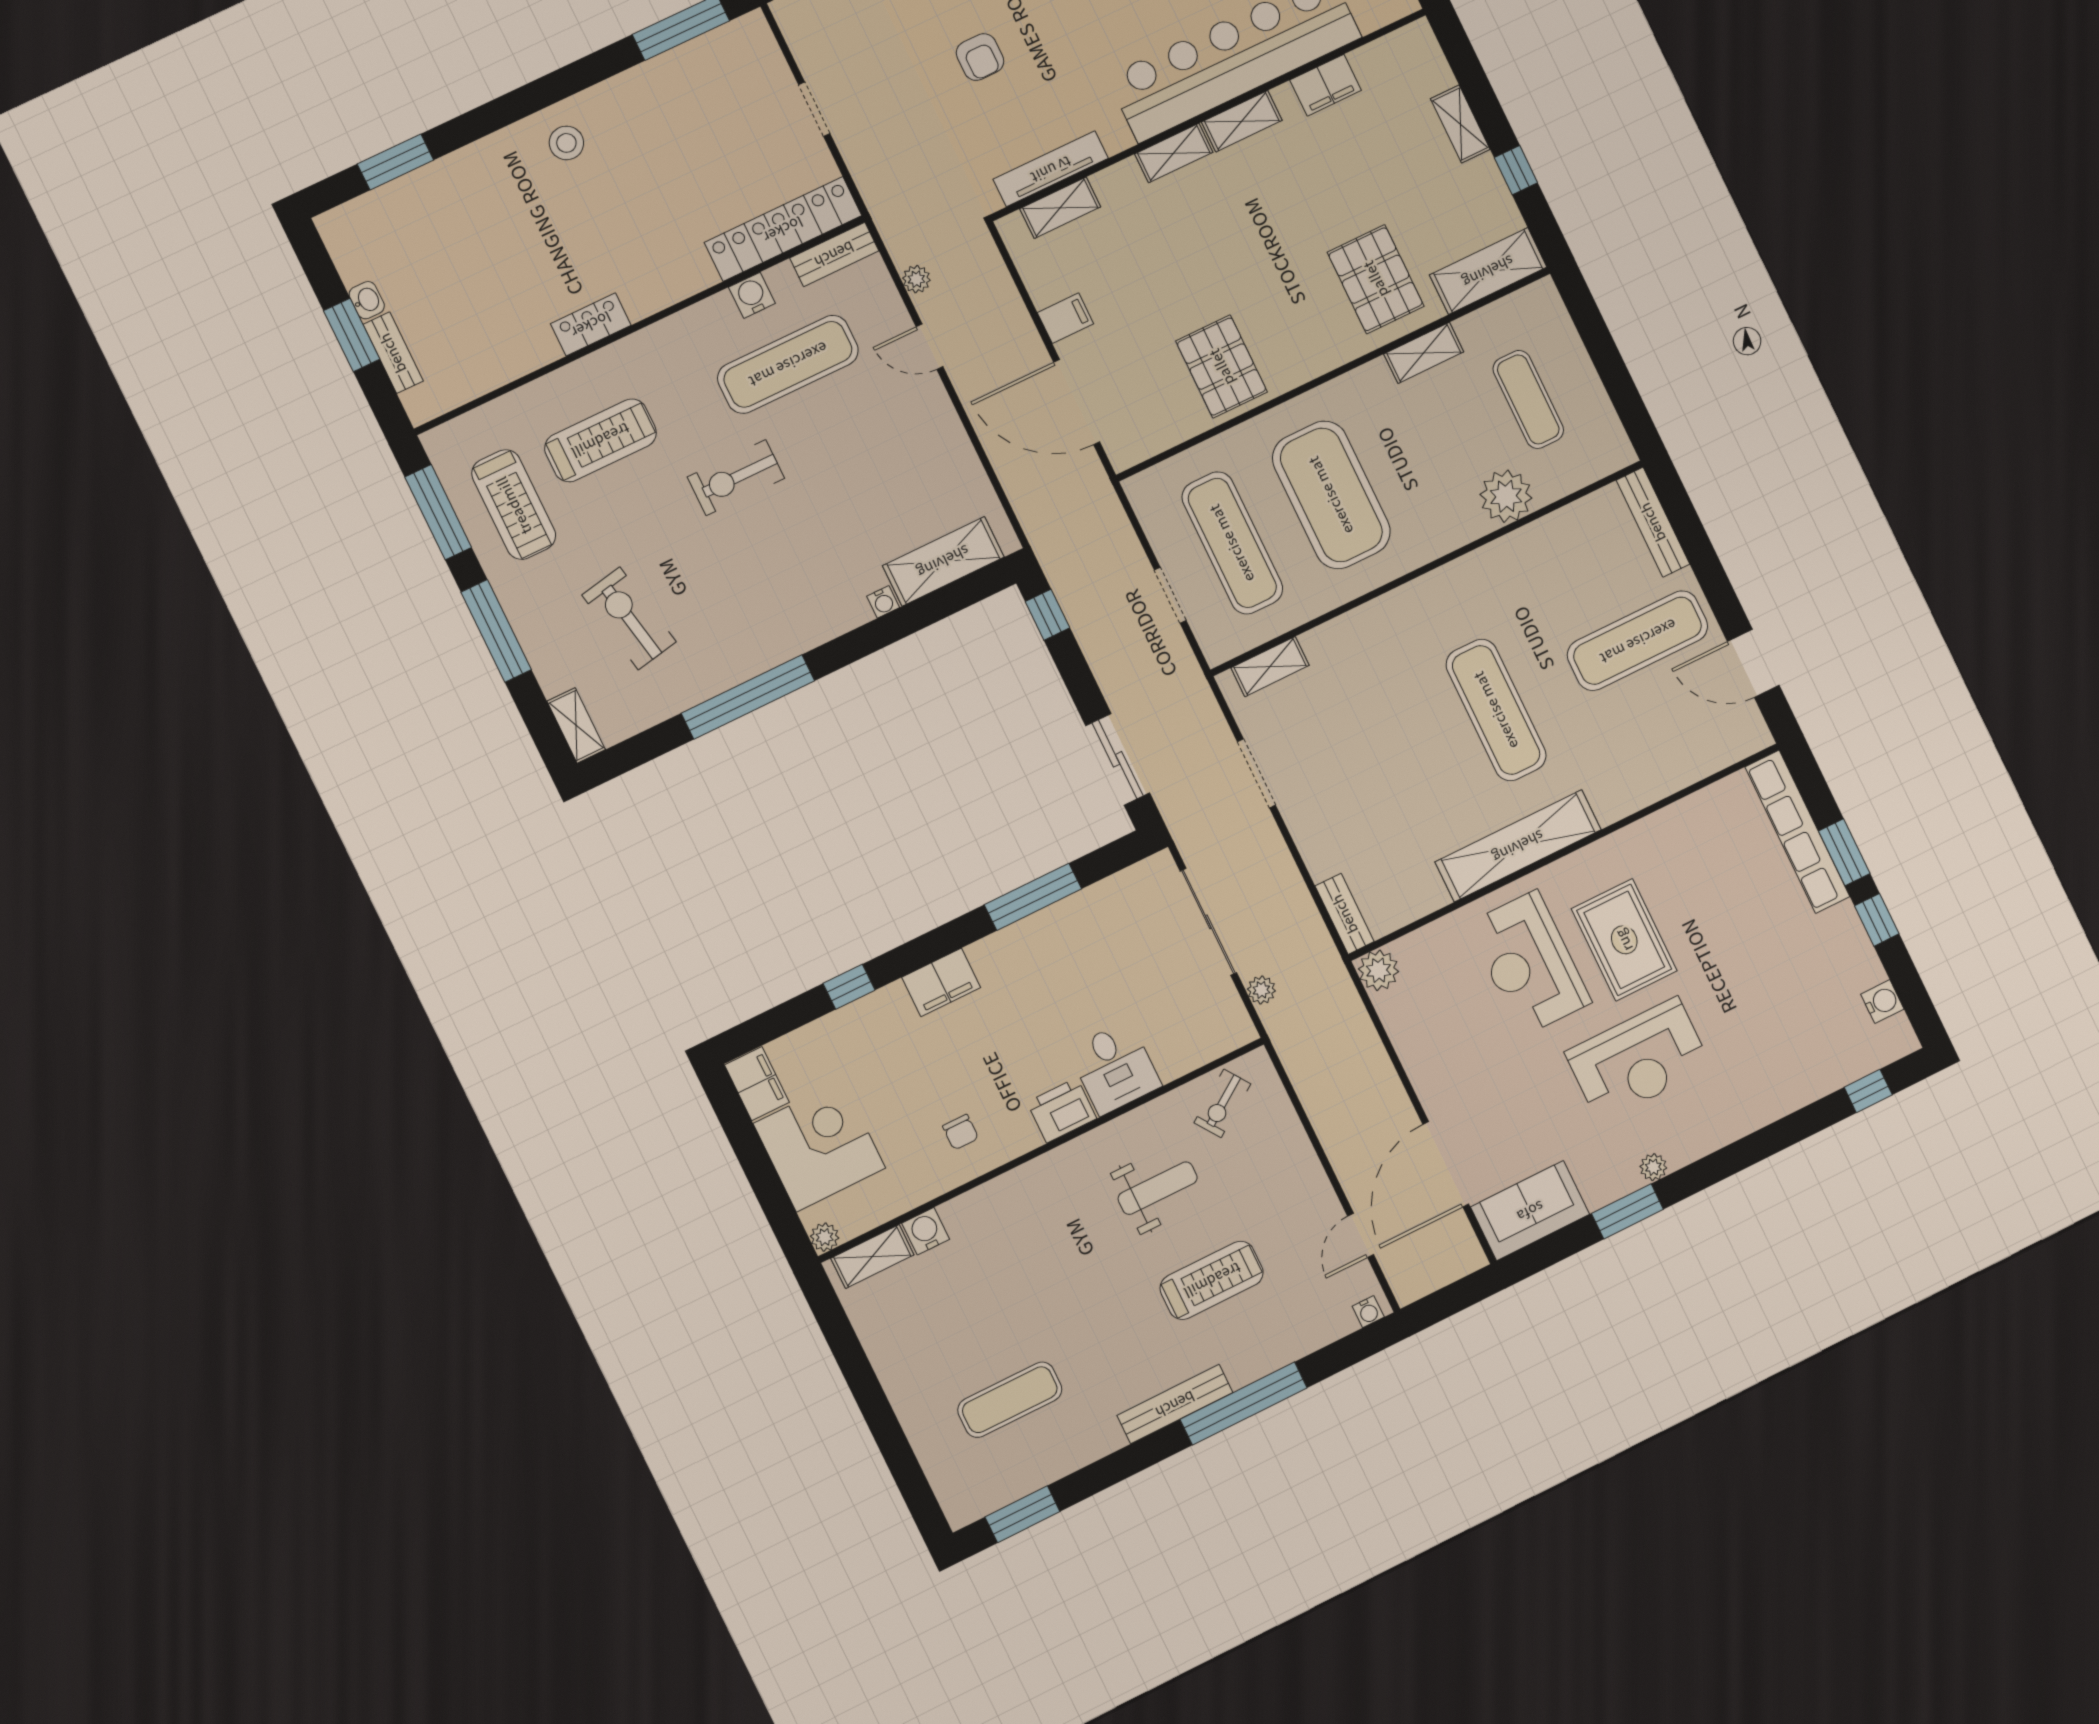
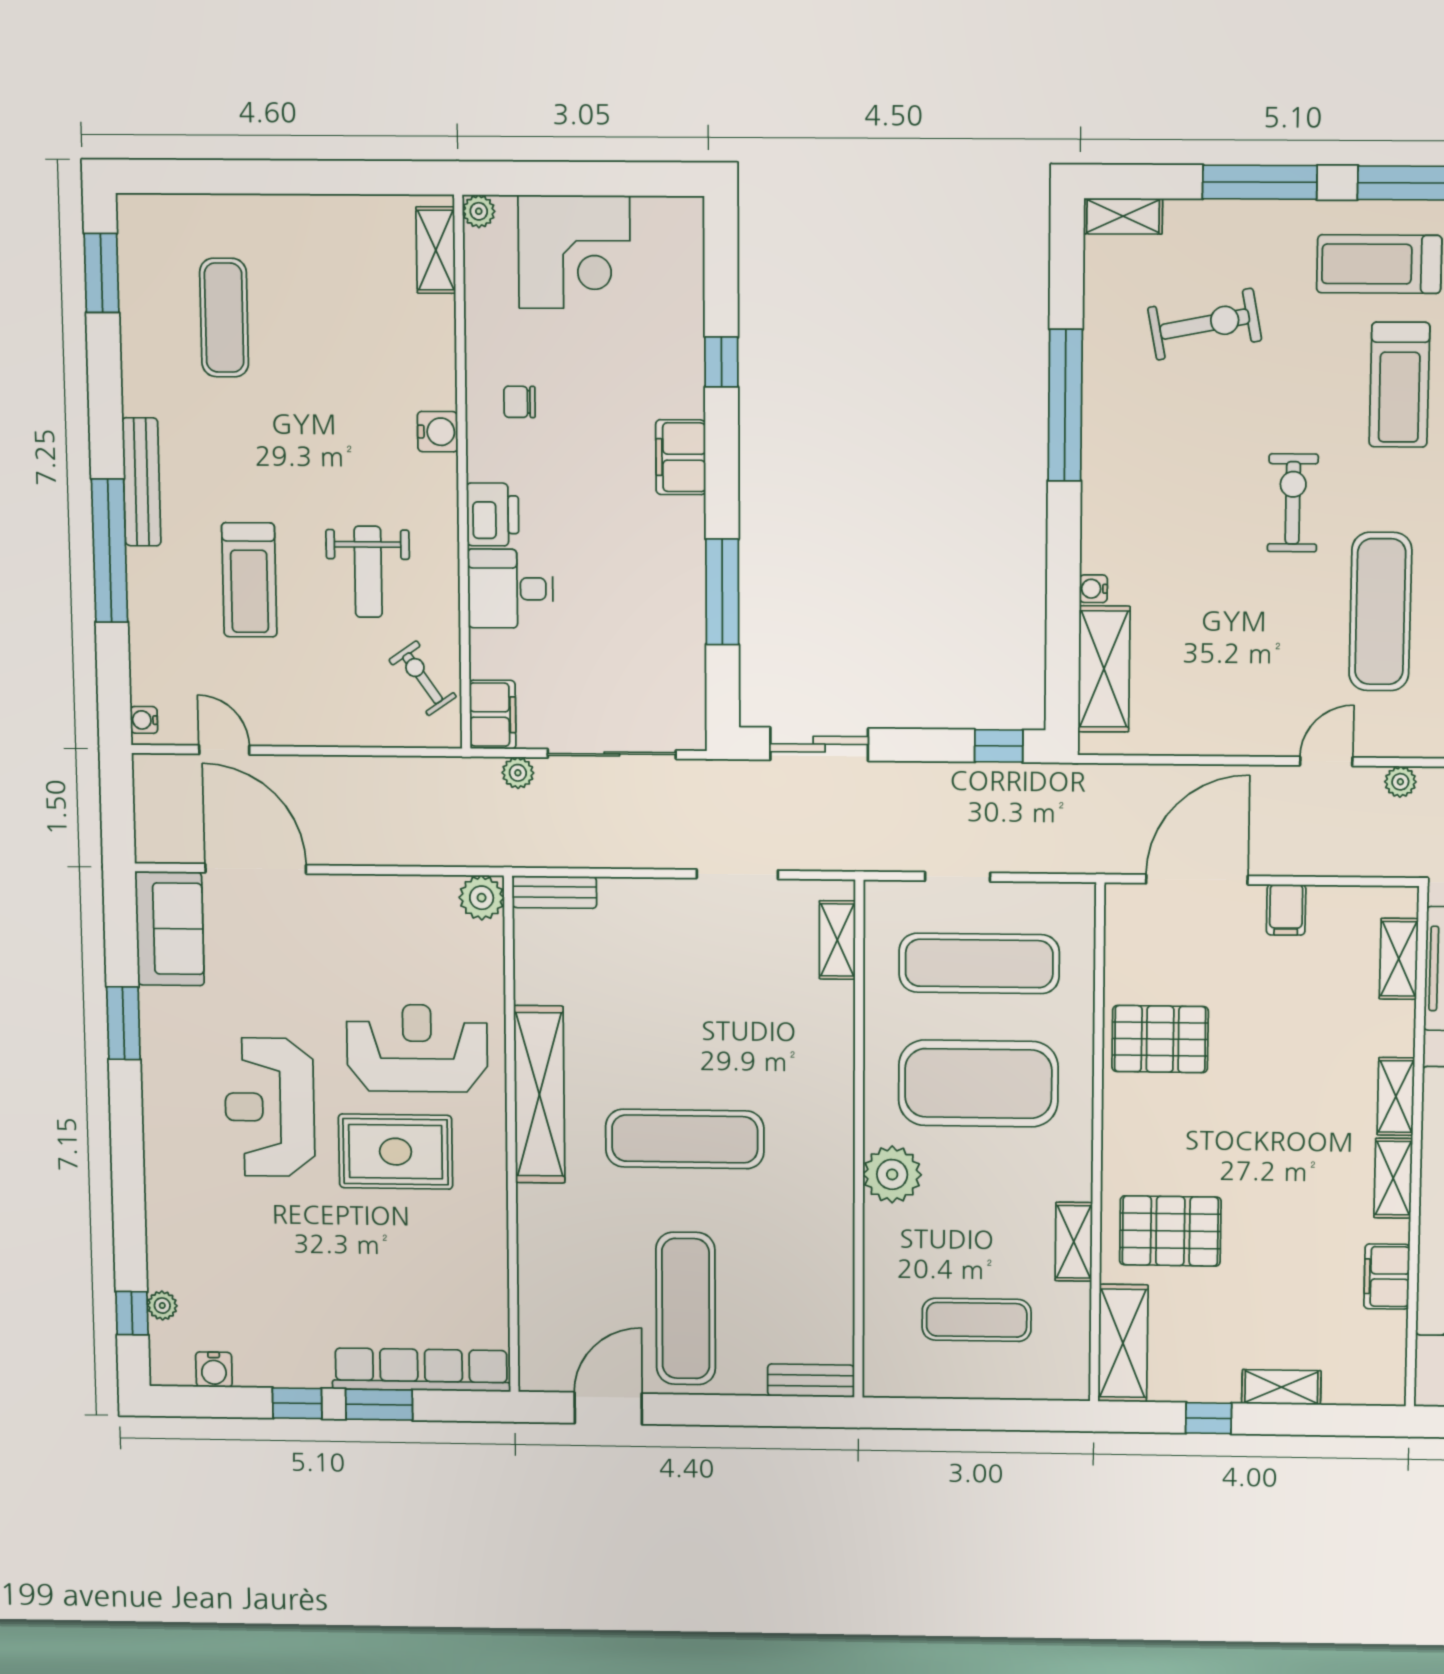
plant: (1506, 496) -> (892, 1174), moved
bench: (1653, 522) -> (811, 1381), width x0.73
filing cabinet: (757, 1084) -> (493, 715), moved, turned -90
plant: (1653, 1167) -> (162, 1306), moved
water cooler: (926, 1231) -> (438, 432), moved

